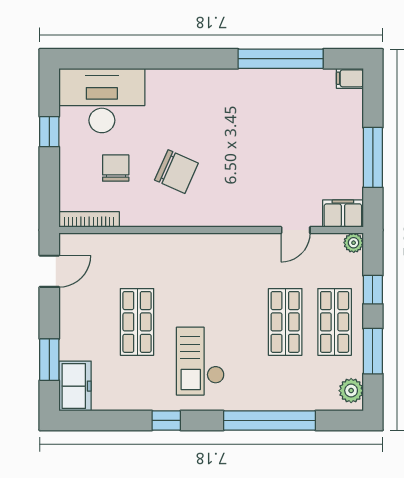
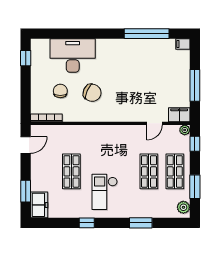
desk: (102, 100) -> (73, 56), moved
window: (49, 132) -> (26, 58), moved
window: (373, 290) -> (195, 144), moved
window: (270, 420) -> (141, 223), width x0.47

